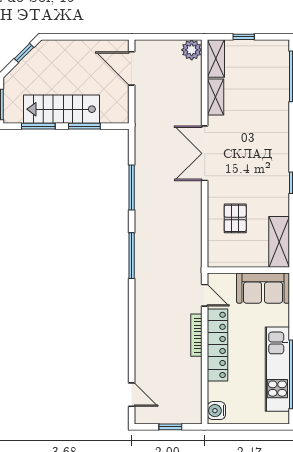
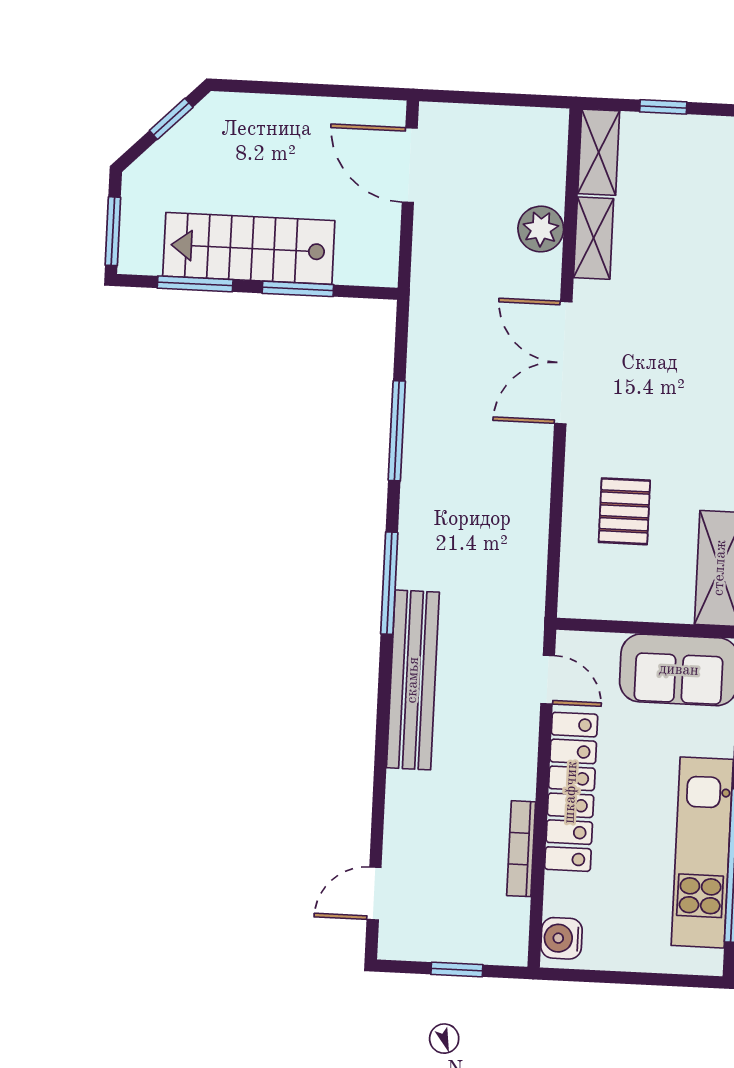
plant: (192, 50) -> (541, 229), moved
bench: (144, 298) -> (413, 680), added
bookcase: (196, 335) -> (521, 849), moved
door: (132, 395) -> (374, 893), swing flipped

